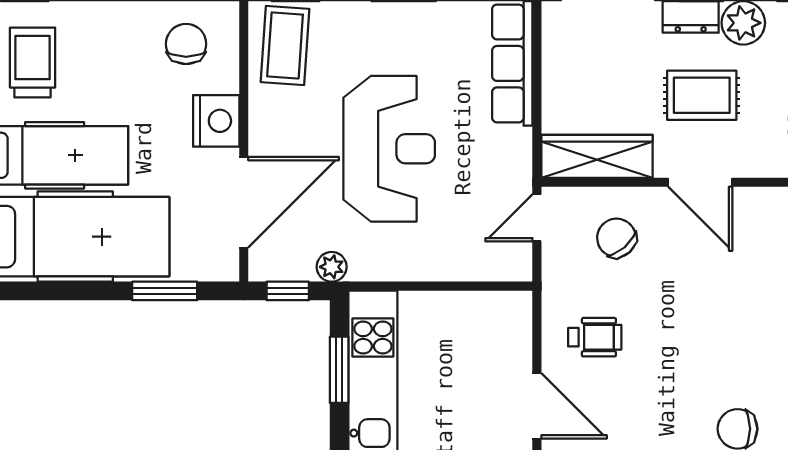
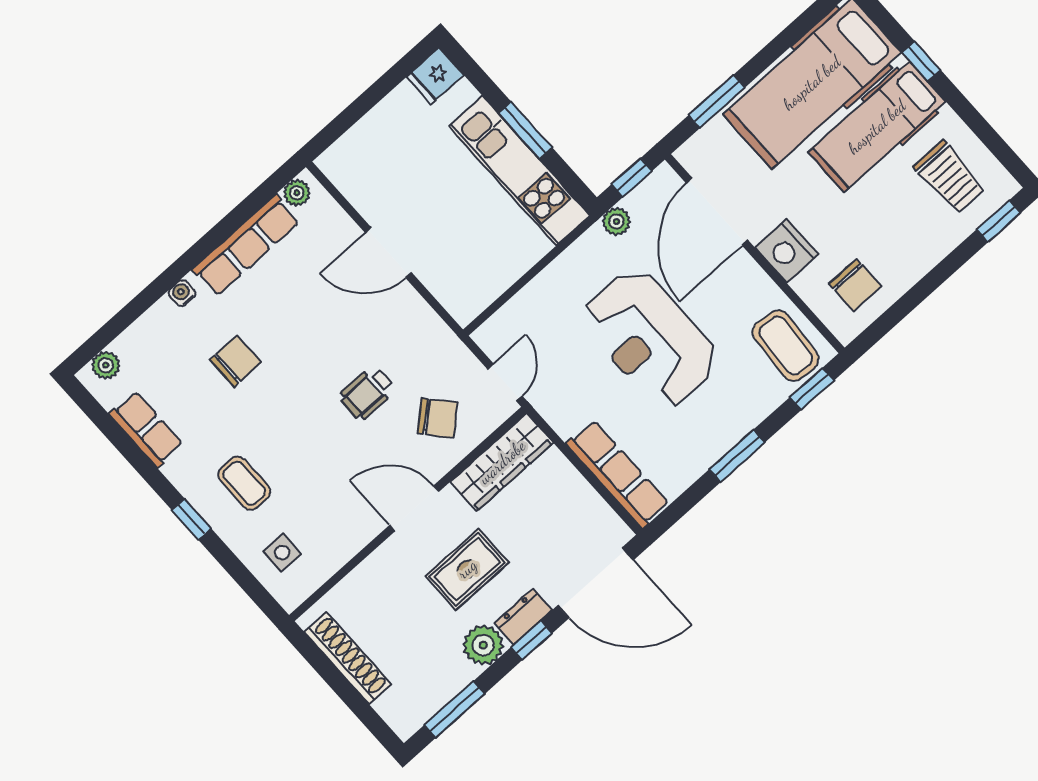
wheelchair: (595, 337) -> (367, 393), moved
window: (339, 370) -> (525, 130), moved

